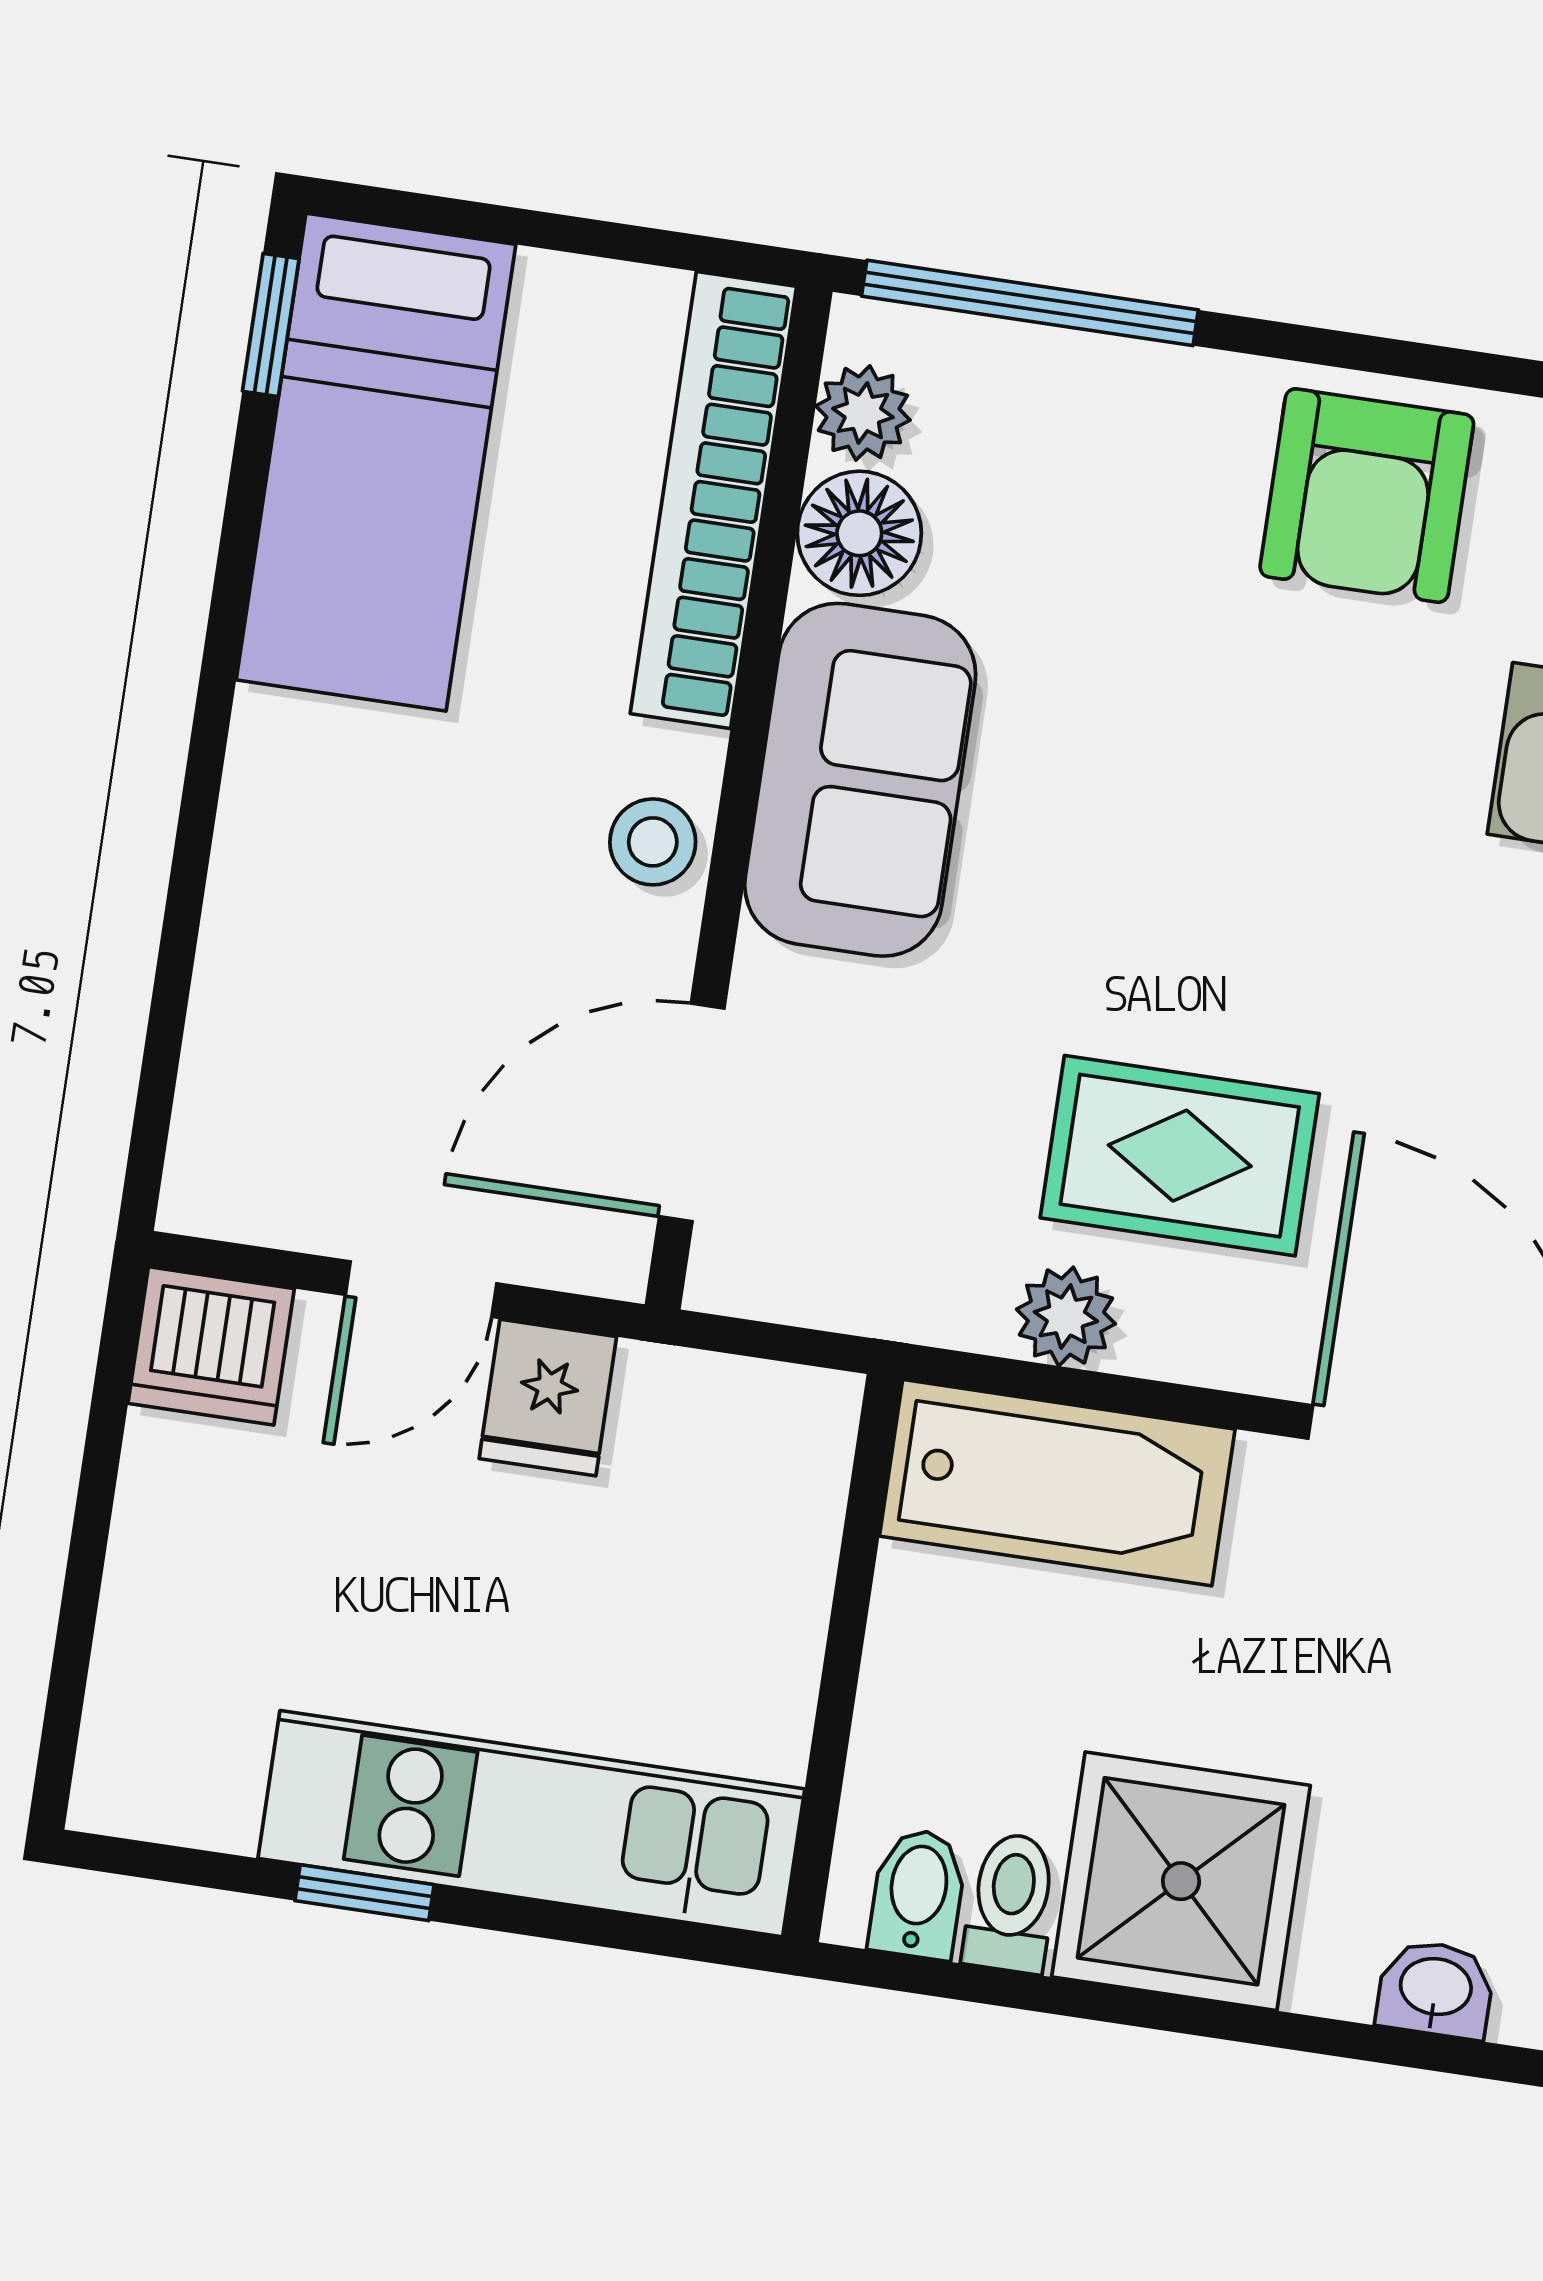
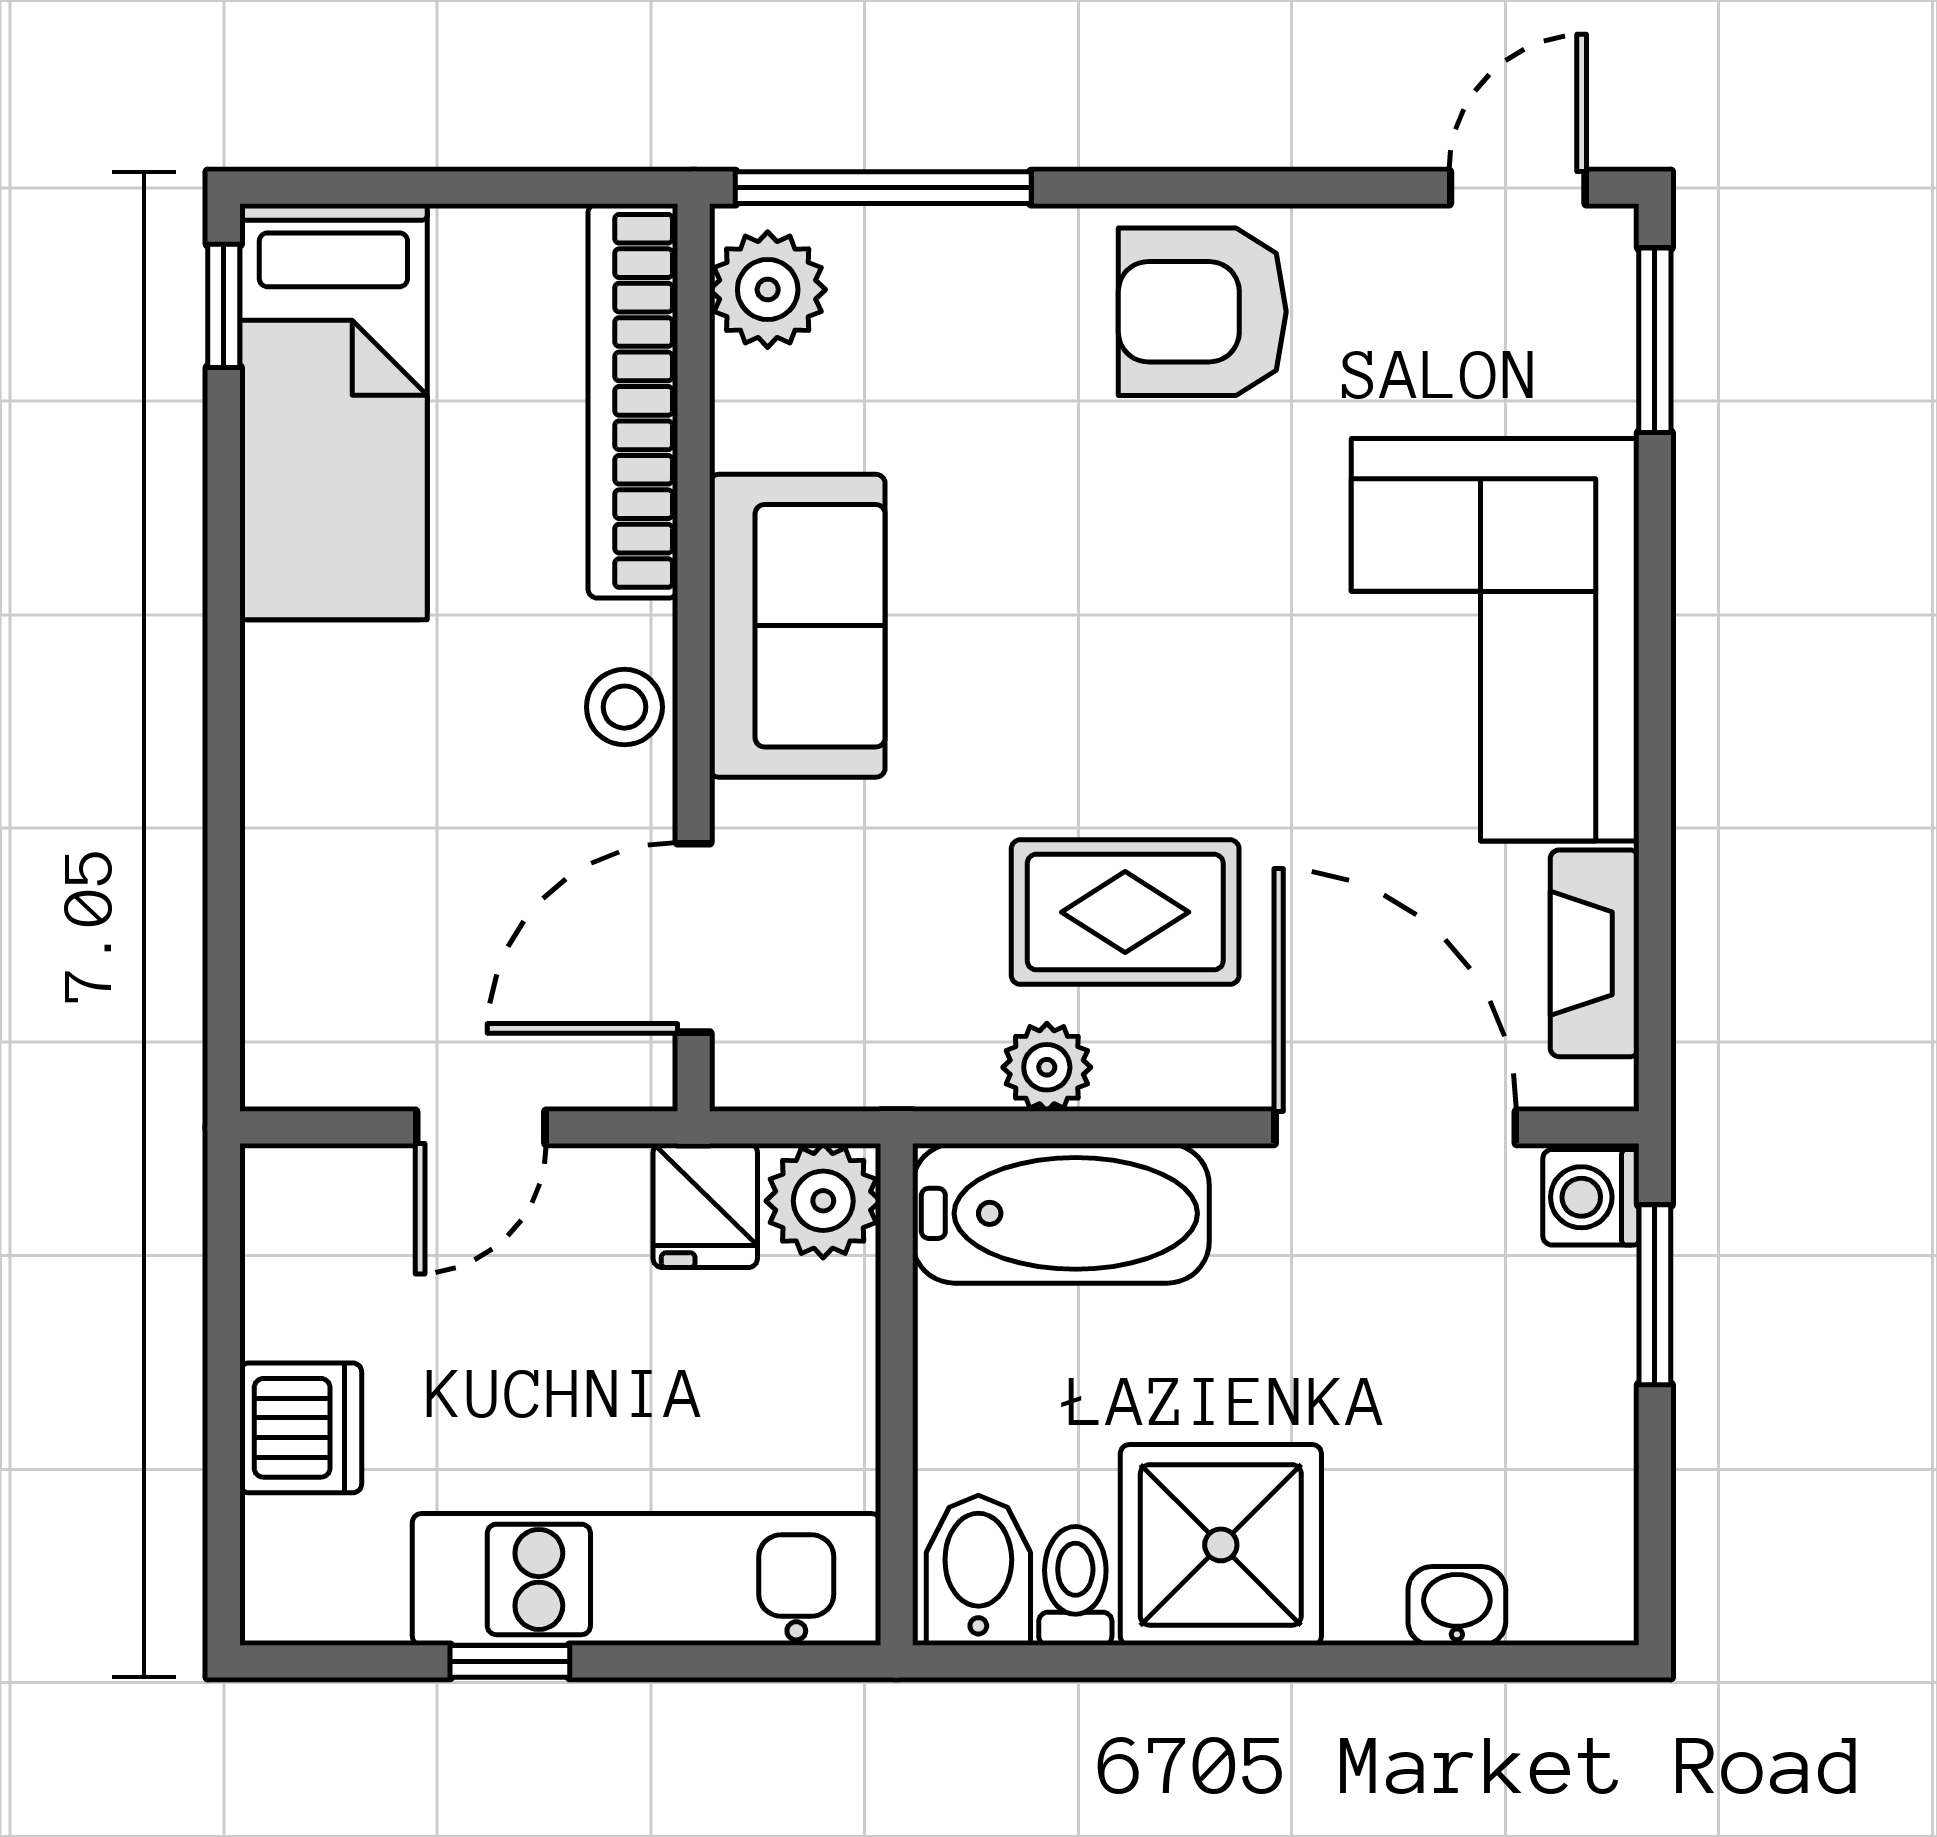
plant: (863, 413) -> (768, 290), width x1.38, depth x1.38
armchair: (1367, 496) -> (1202, 312), turned 90
floor lamp: (859, 533) -> (764, 411), removed
dishwasher: (211, 1346) -> (301, 1428), moved, turned -90
fridge: (548, 1398) -> (705, 1206), moved
plant: (793, 1429) -> (823, 1201), added
bidet: (918, 1894) -> (978, 1570), width x1.38, depth x1.36

